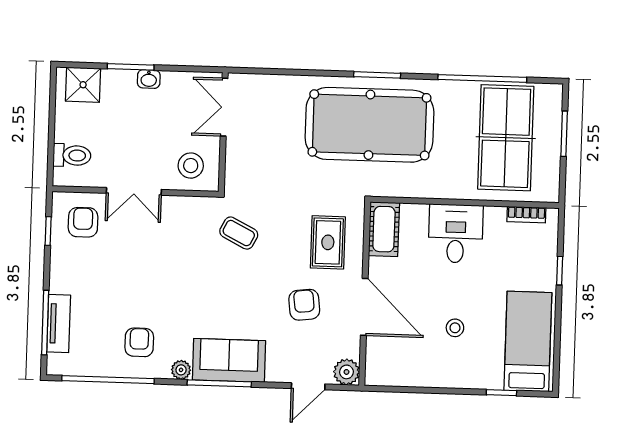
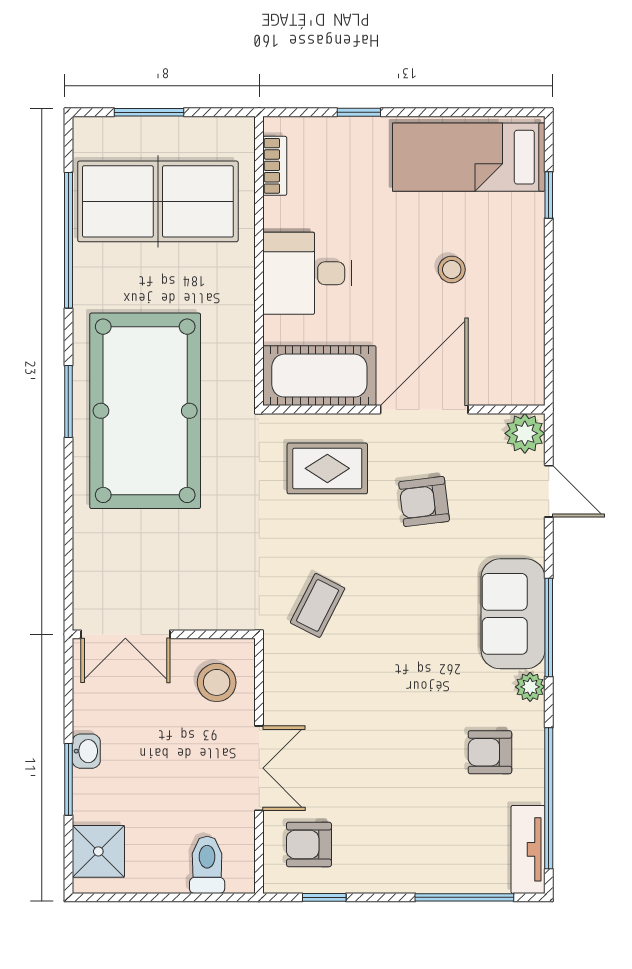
cot: (384, 229) -> (319, 376), width x1.37, depth x1.34
tv unit: (59, 324) -> (528, 849), moved, turned -90

